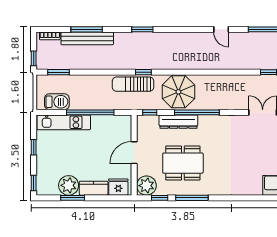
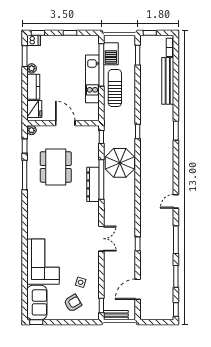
window: (87, 29) -> (176, 80), removed
sun lounger: (133, 84) -> (115, 88), moved
window: (90, 112) -> (101, 65), moved
kitchen unit: (64, 122) -> (92, 79), moved
dresser: (178, 122) -> (93, 184), moved
plant: (69, 185) -> (32, 68), width x0.53, depth x0.53
plant: (146, 186) -> (31, 130), width x0.53, depth x0.53
dishwasher: (42, 188) -> (34, 40), added
window: (73, 198) -> (25, 56), moved

